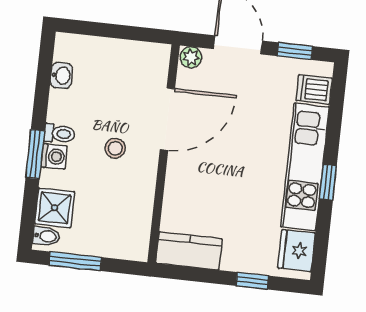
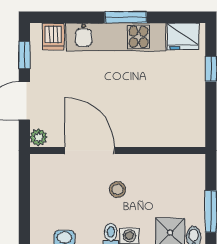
window: (328, 182) -> (126, 17), width x1.50
kitchen counter: (189, 251) -> (193, 122), removed

